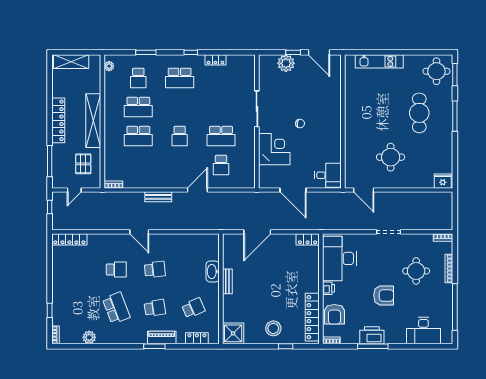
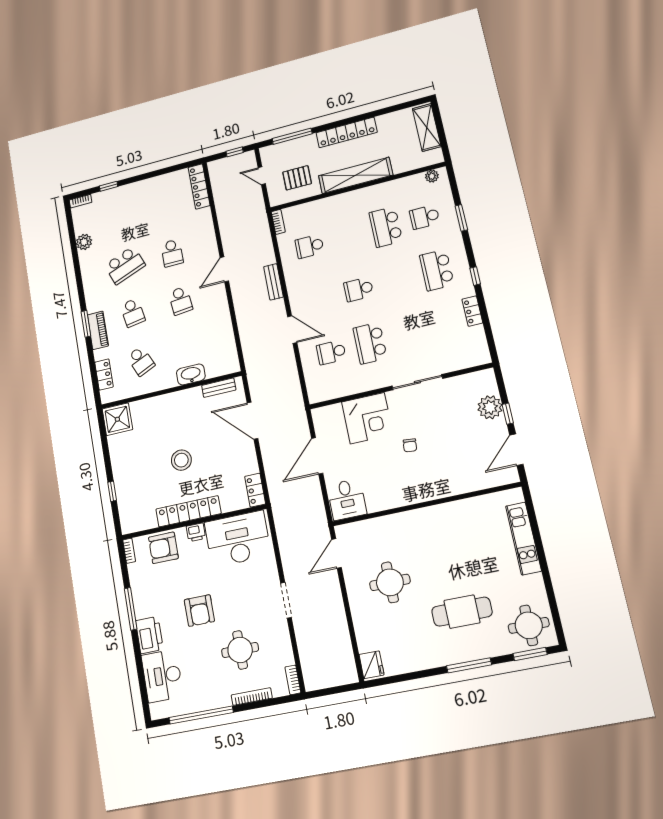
school desk: (138, 136) -> (310, 246), moved, width x0.54
bench: (227, 281) -> (219, 388), moved
locker: (312, 317) -> (188, 511), moved
stool: (273, 328) -> (181, 460), moved
printer: (372, 335) -> (149, 635), moved

